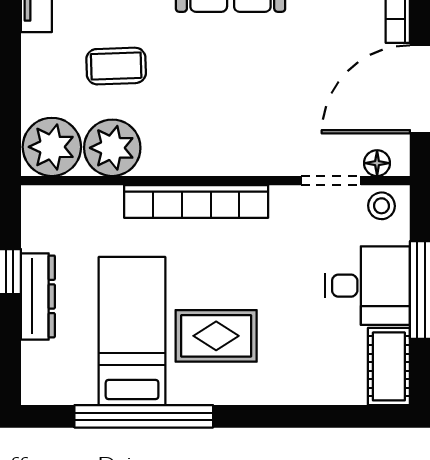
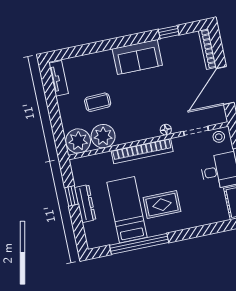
floor lamp: (377, 163) -> (166, 130), moved

